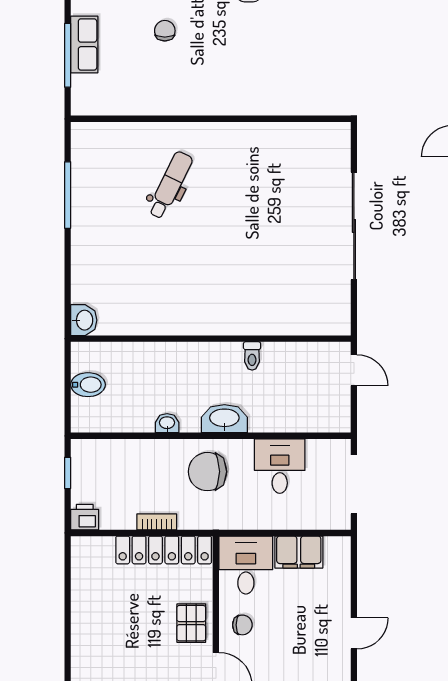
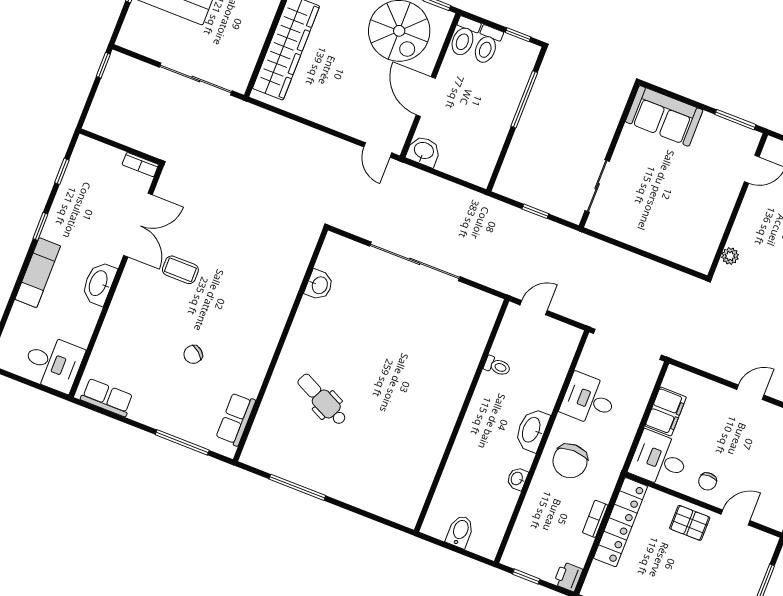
chair: (165, 31) -> (193, 354), turned -51
row of seats: (84, 44) -> (236, 419), moved, turned -90
washbasin: (84, 320) -> (319, 285), moved, turned 90
toilet: (252, 356) -> (497, 366), moved
doorway: (354, 484) -> (628, 344), width x1.36
chair: (242, 625) -> (708, 481), turned 180
door: (354, 633) -> (750, 392), hinge flipped

